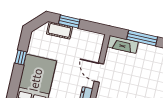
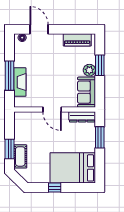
fireplace: (123, 44) -> (20, 82), moved
door: (99, 73) -> (52, 109), hinge flipped

